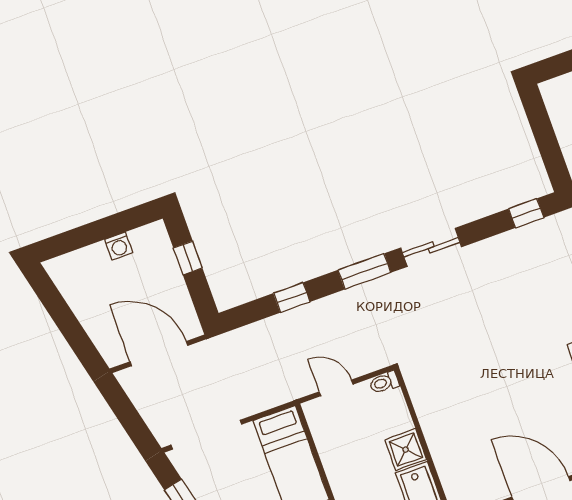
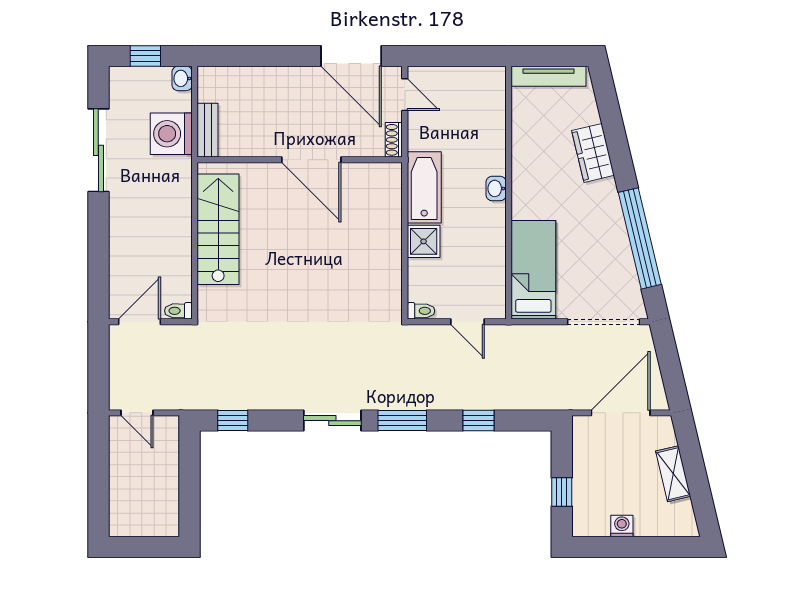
shelving: (88, 314) -> (673, 474), added
door: (159, 354) -> (621, 413), swing flipped

